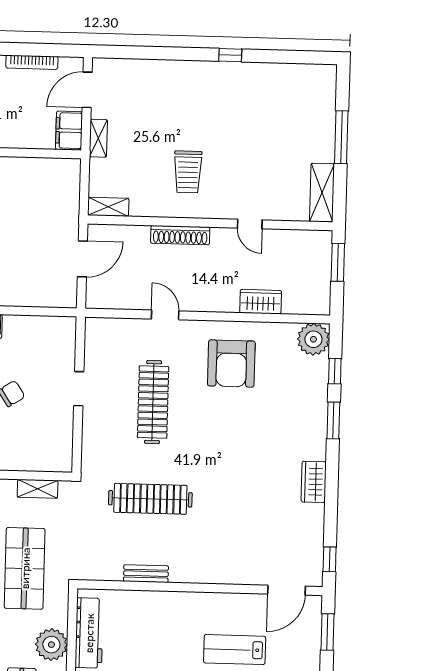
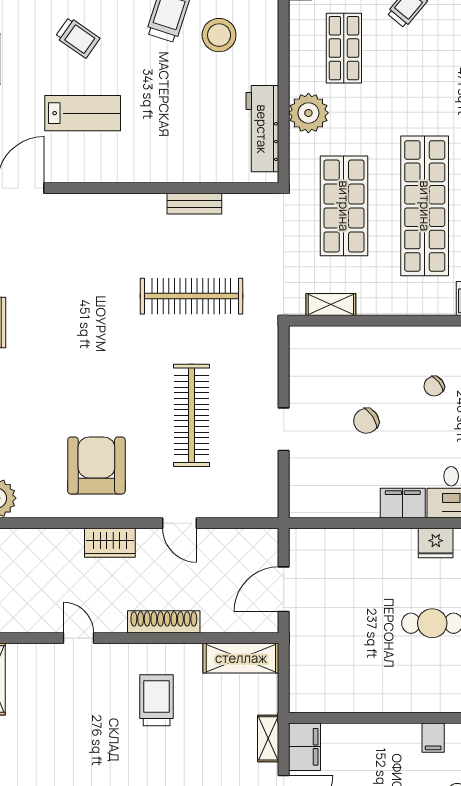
shelving: (108, 207) -> (241, 658), width x1.50, depth x1.33
wardrobe: (261, 302) -> (110, 543), moved

